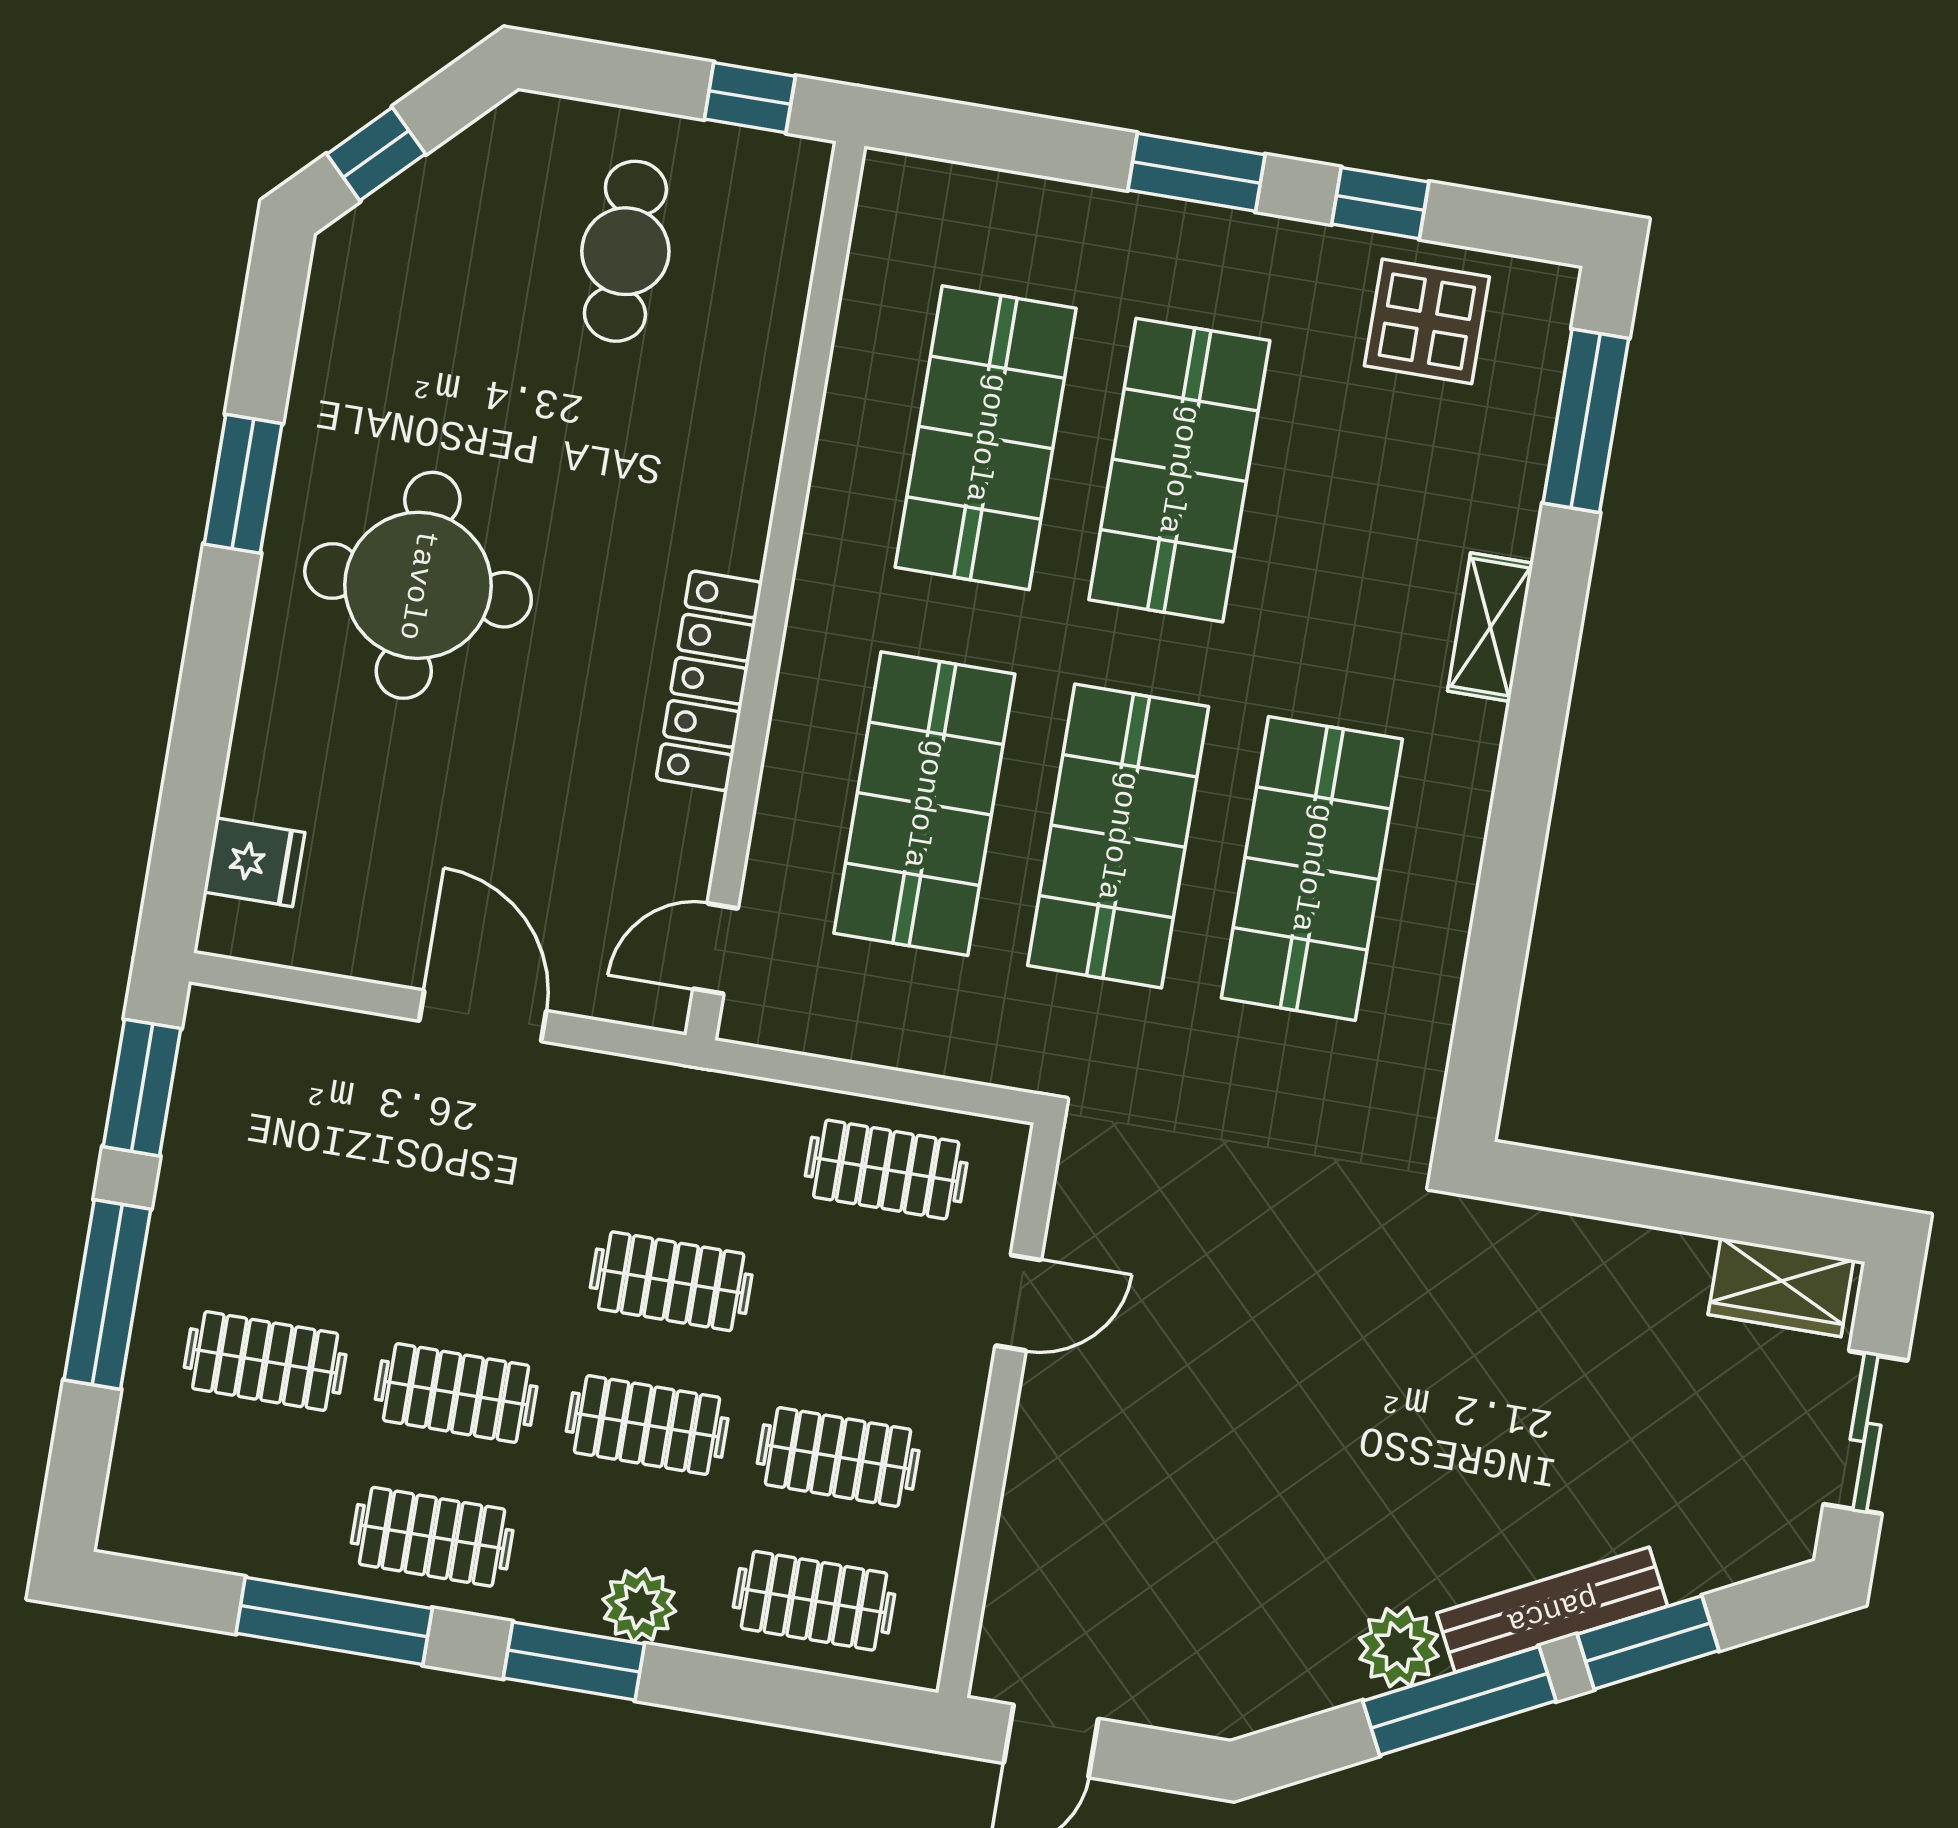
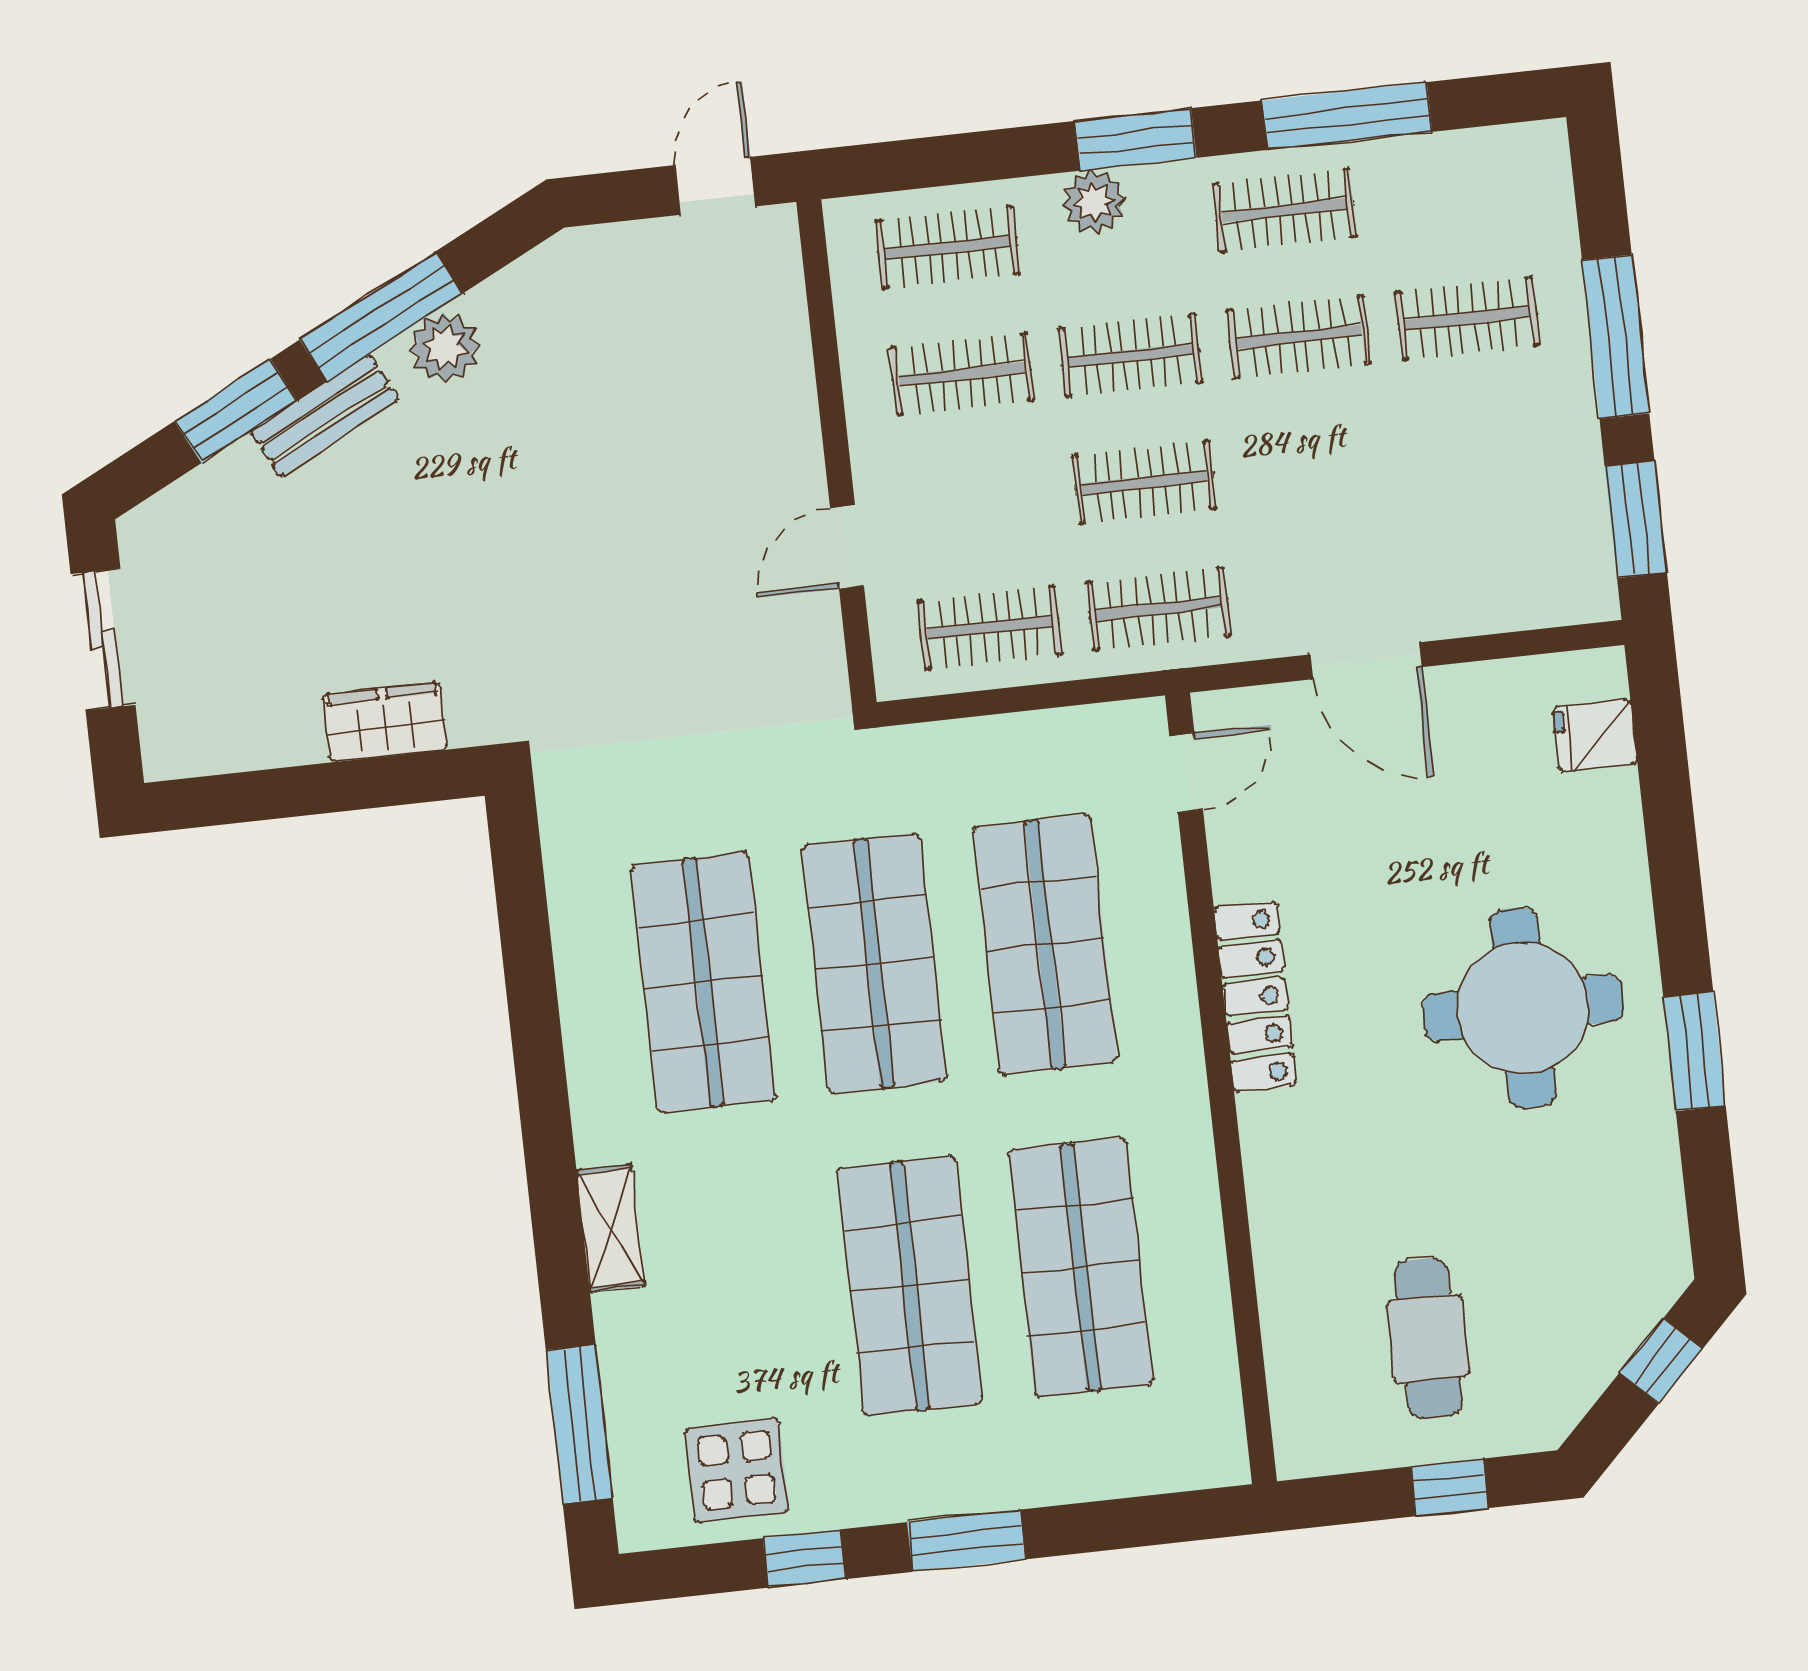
window: (750, 98) -> (1450, 1487), moved
clothes rail: (695, 1138) -> (1158, 609), added
wardrobe: (1781, 1287) -> (385, 722), moved
bench: (1552, 1610) -> (325, 416), width x0.73

